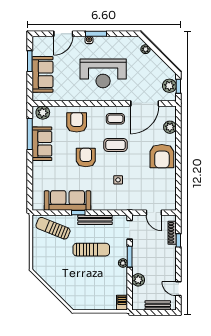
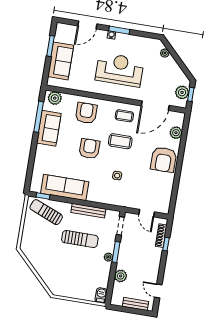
reception desk: (103, 73) -> (120, 70), turned 180
window: (78, 213) -> (43, 196), moved

